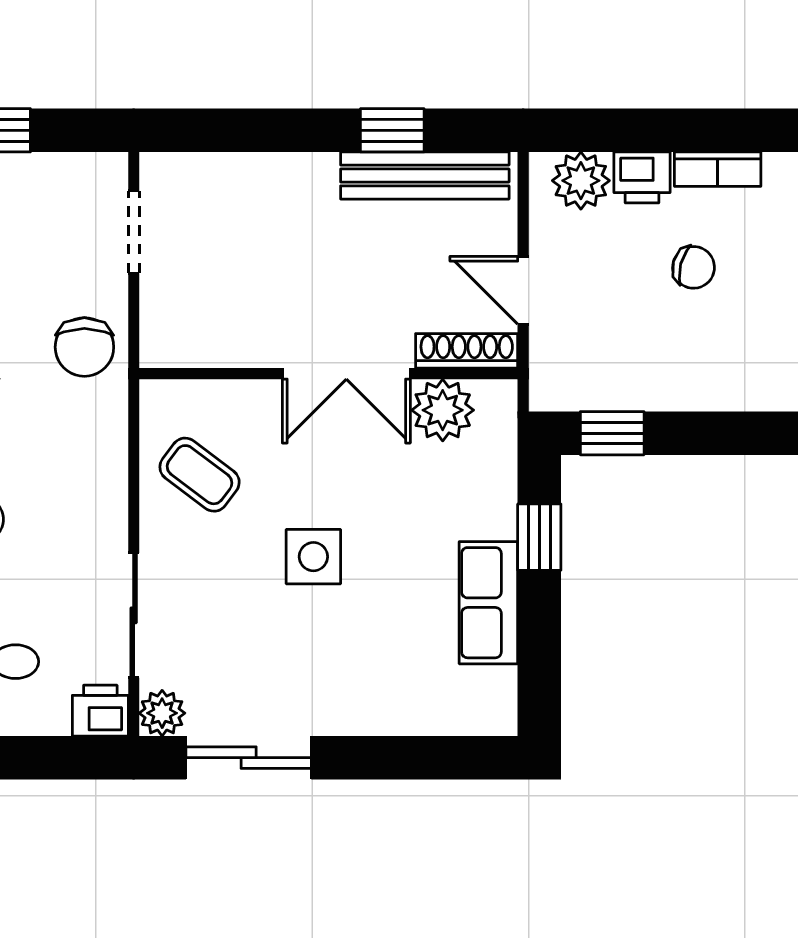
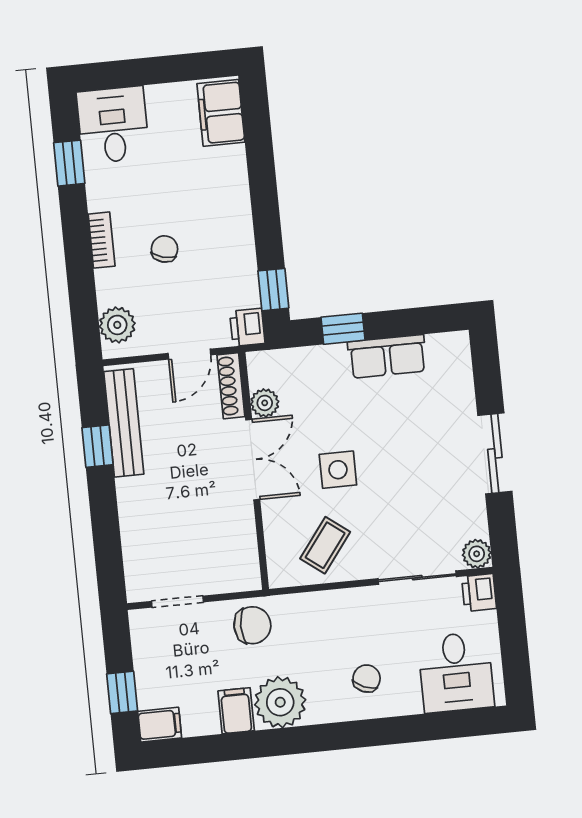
printer: (642, 177) -> (247, 327), moved, turned 180
plant: (443, 410) -> (265, 403), width x0.73, depth x0.73
side table: (313, 557) -> (338, 470), moved
sliding door: (249, 758) -> (495, 453), moved

